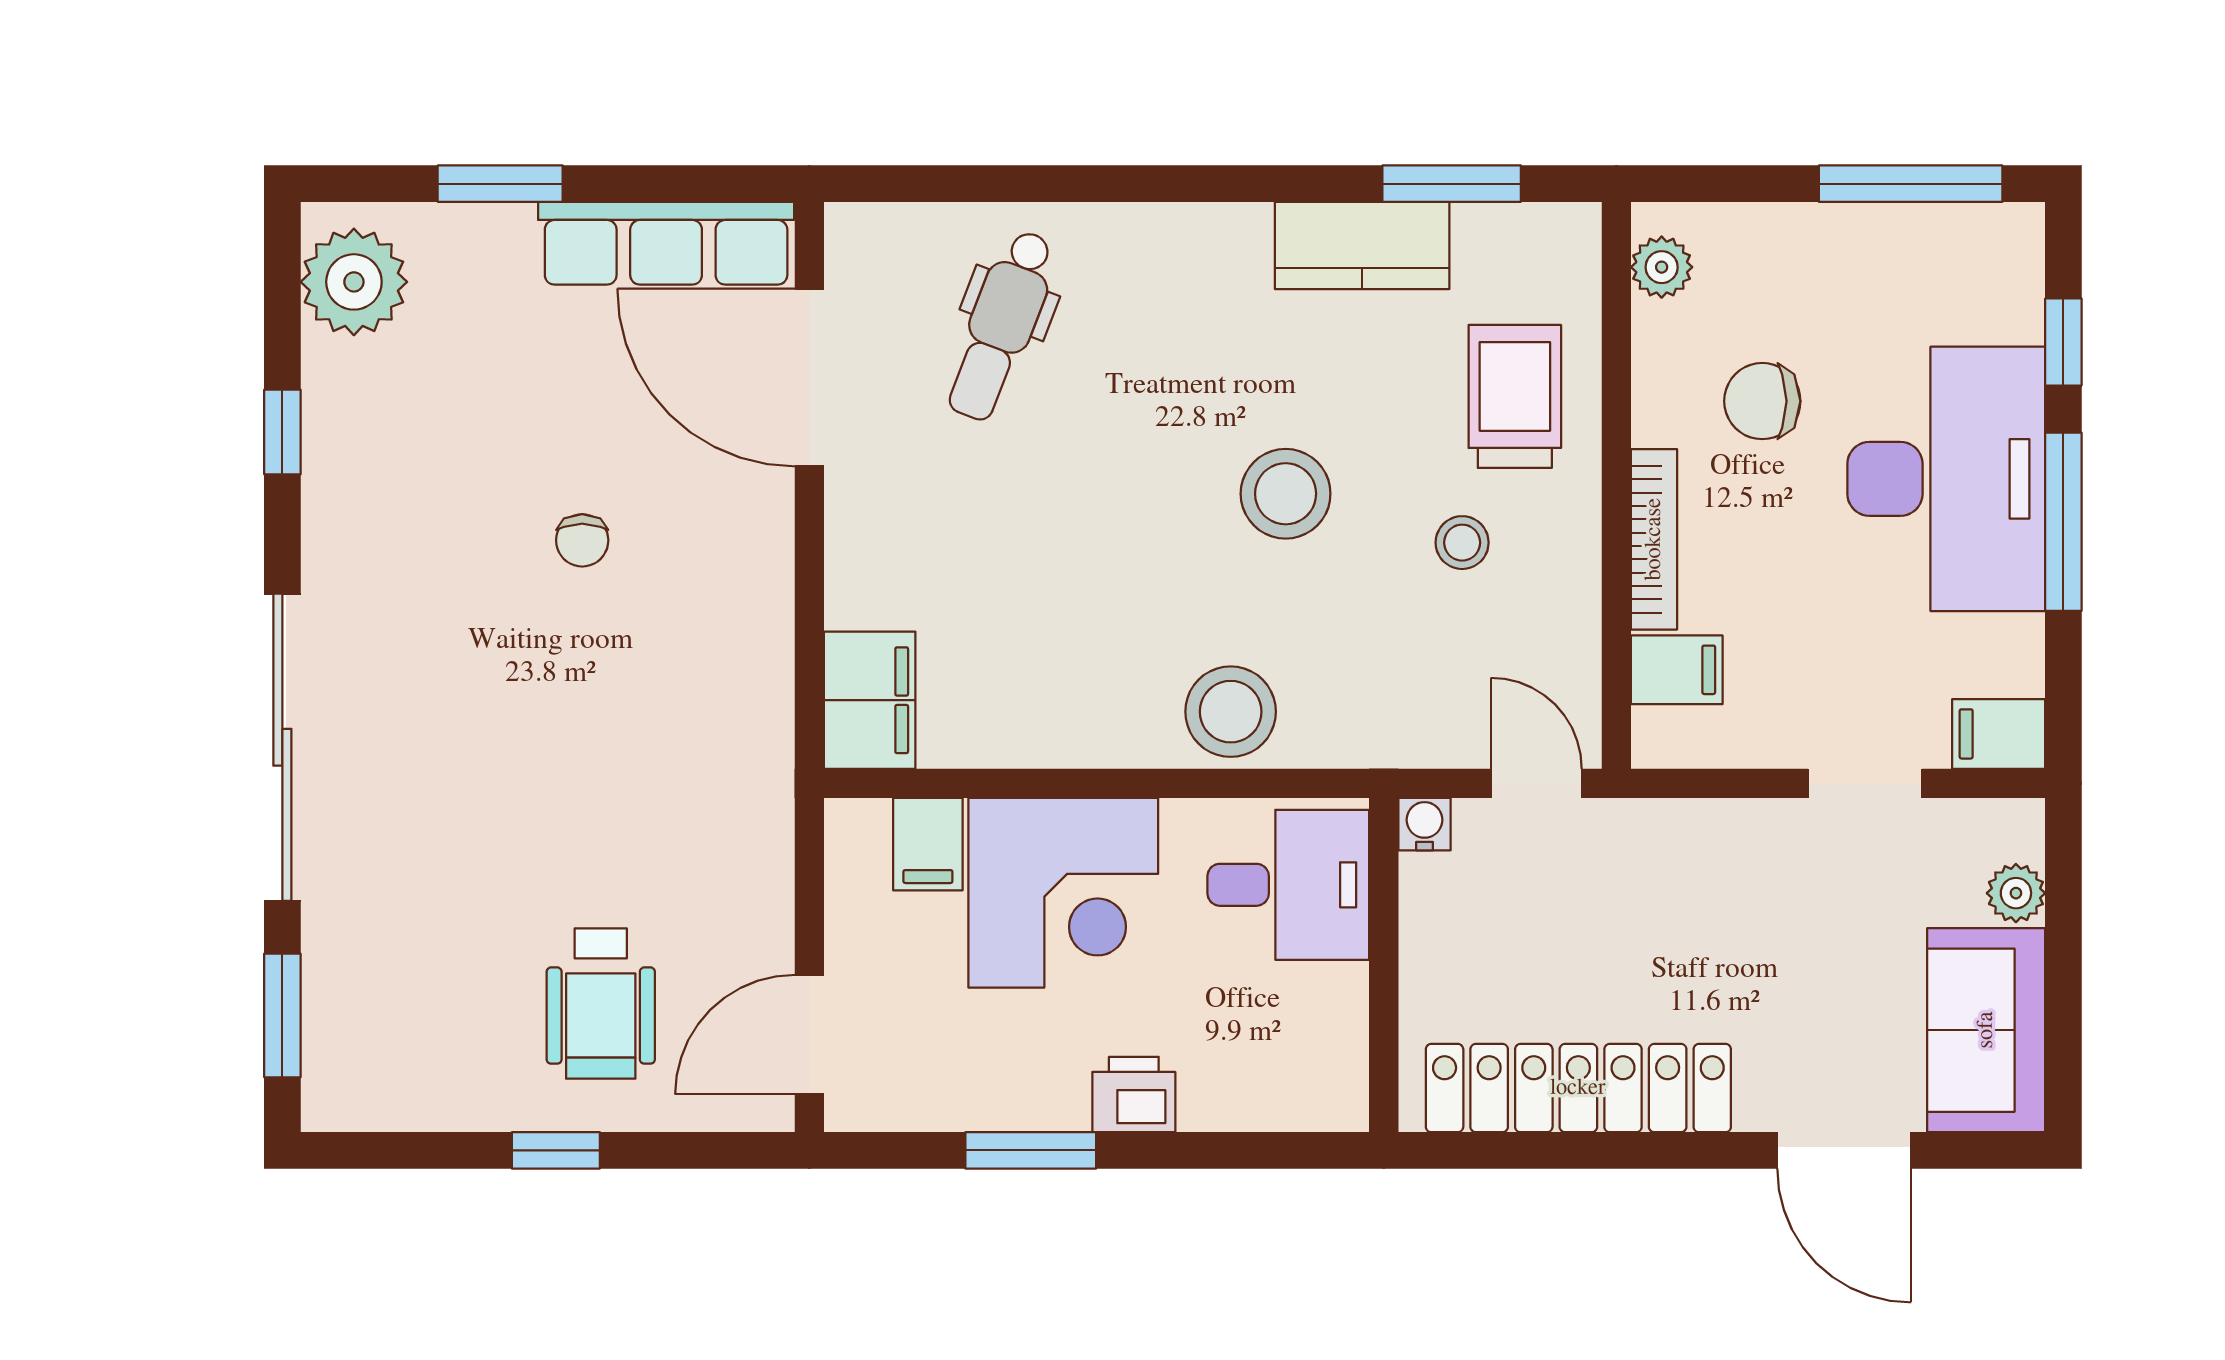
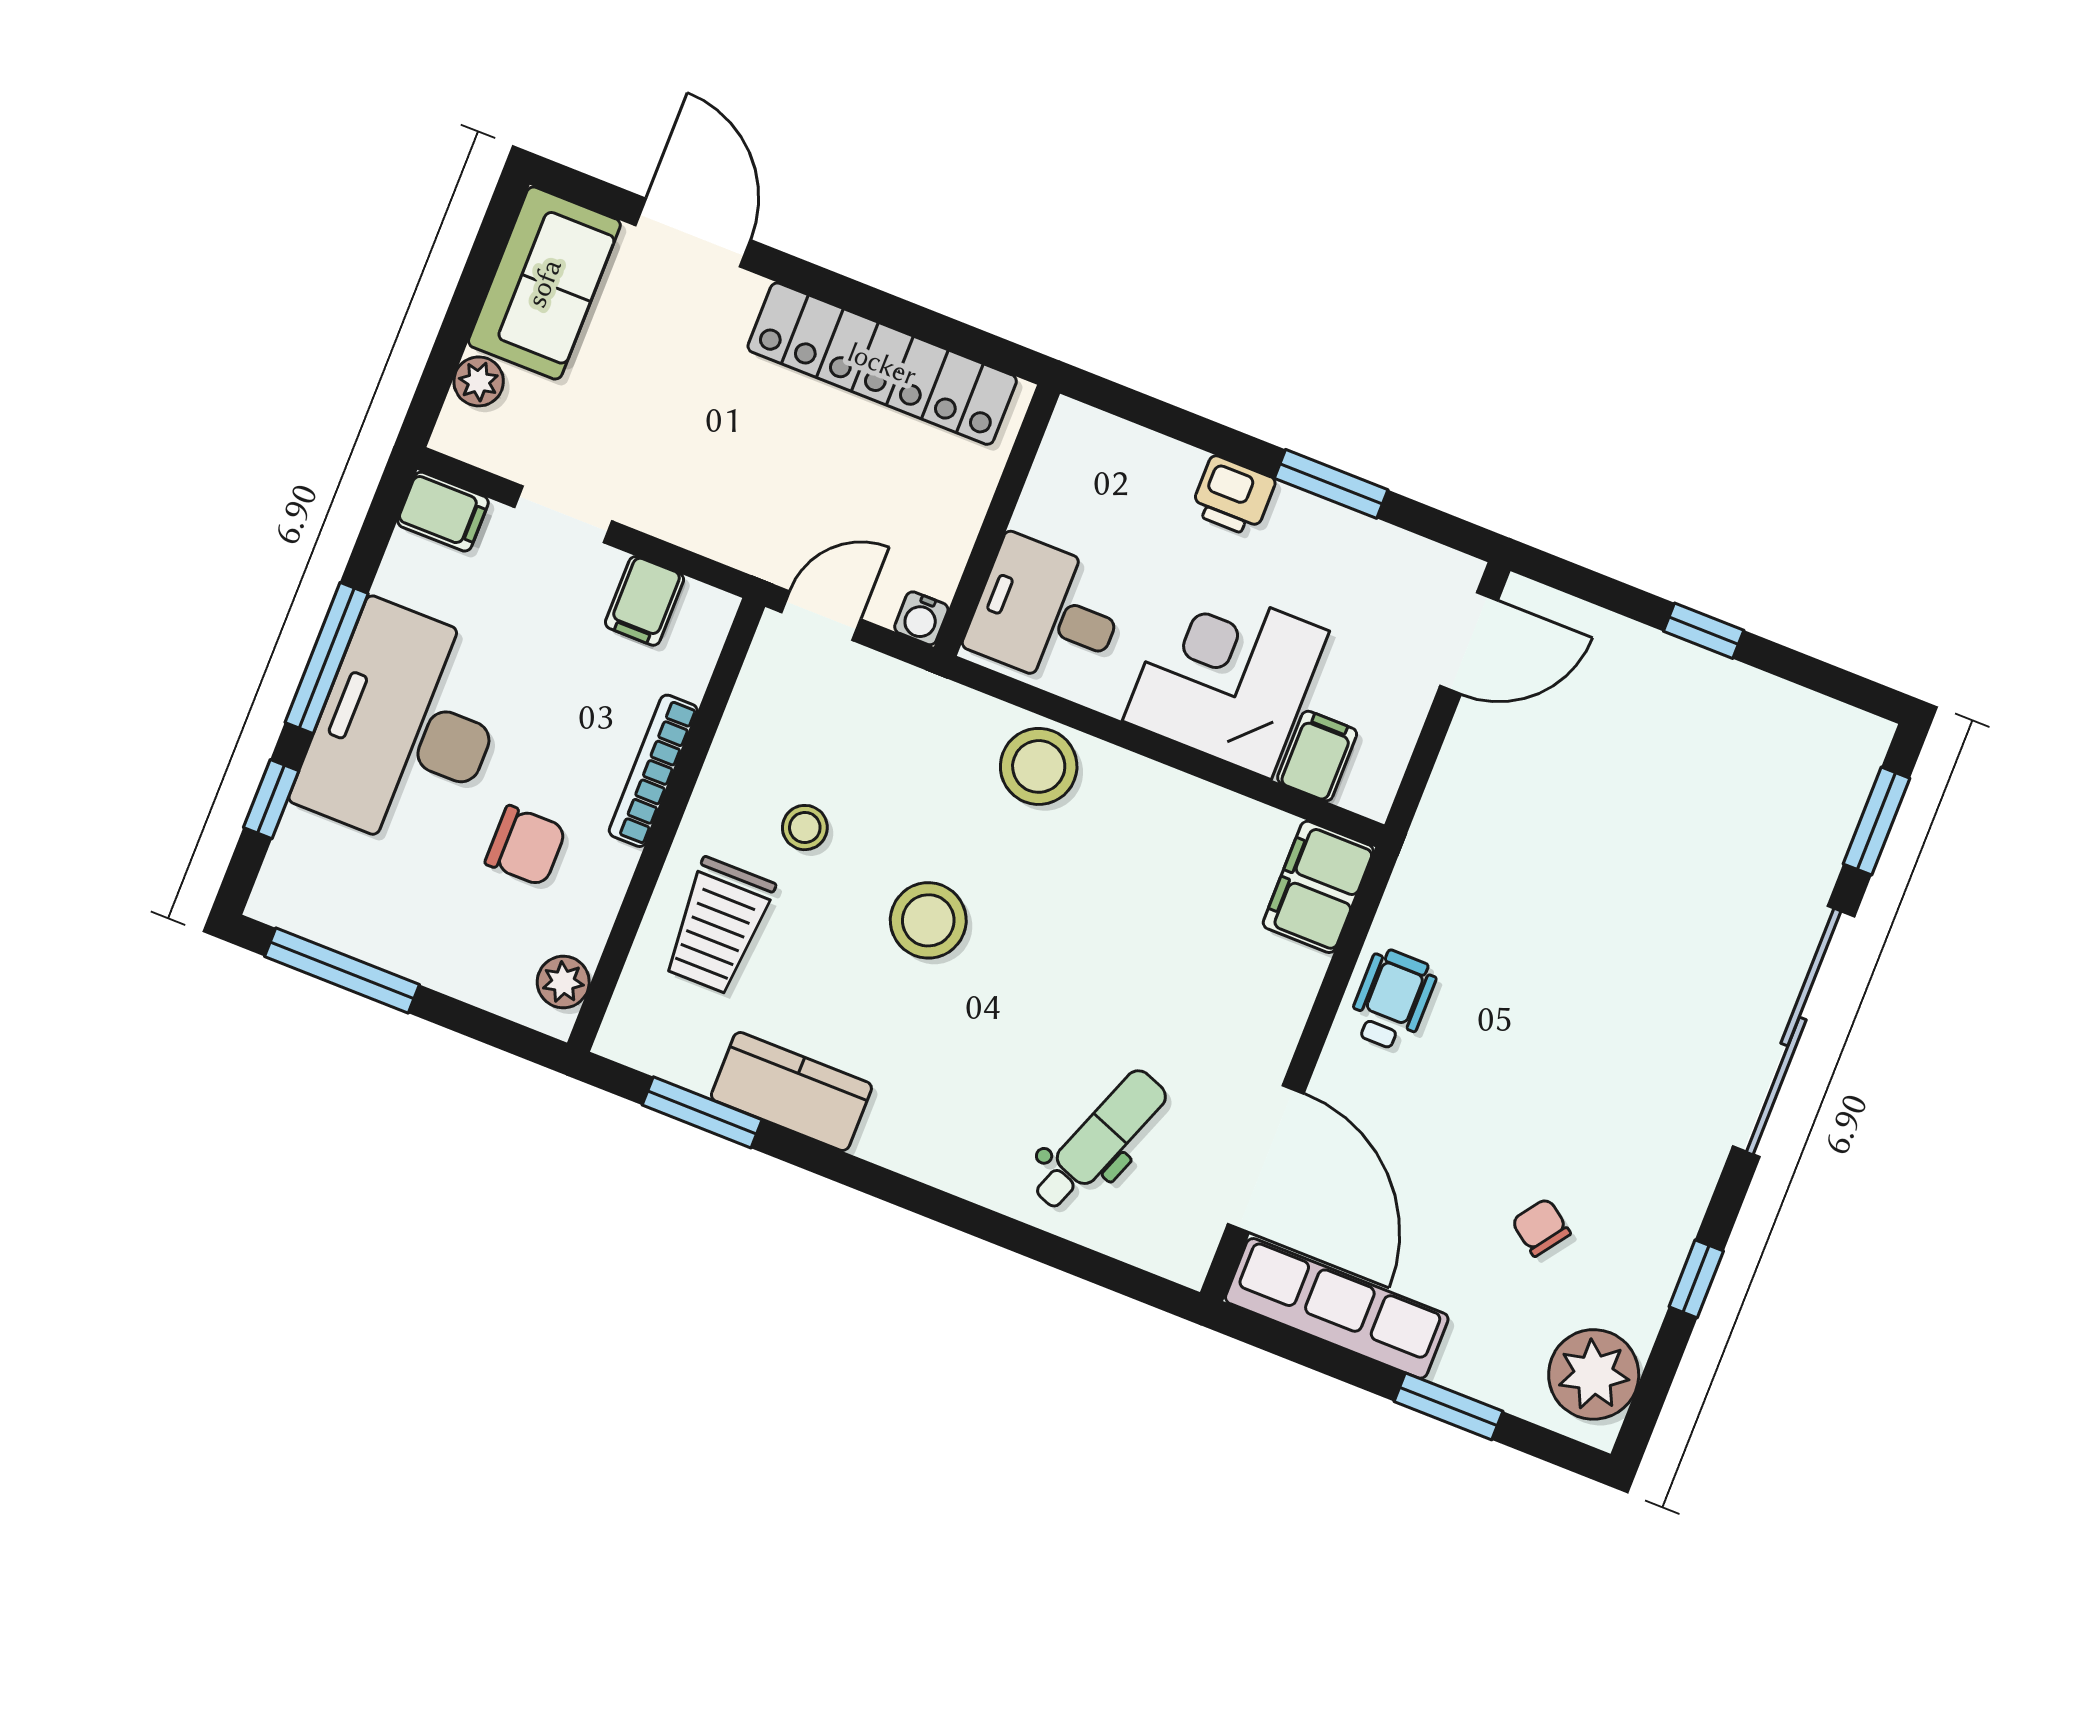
chair: (582, 540) -> (1541, 1227), moved, turned -54
filing cabinet: (1677, 670) -> (645, 601), moved, turned -90
door: (1536, 783) -> (821, 616), swing flipped
wheelchair: (601, 1004) -> (1392, 1000), moved, width x0.73, depth x0.73

